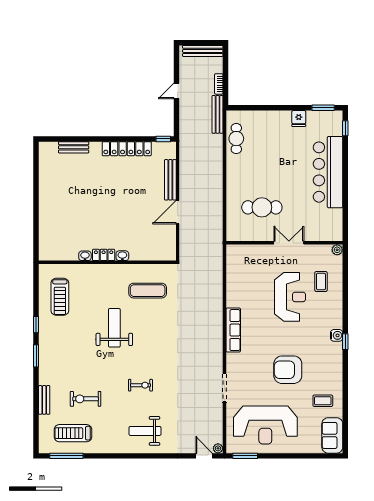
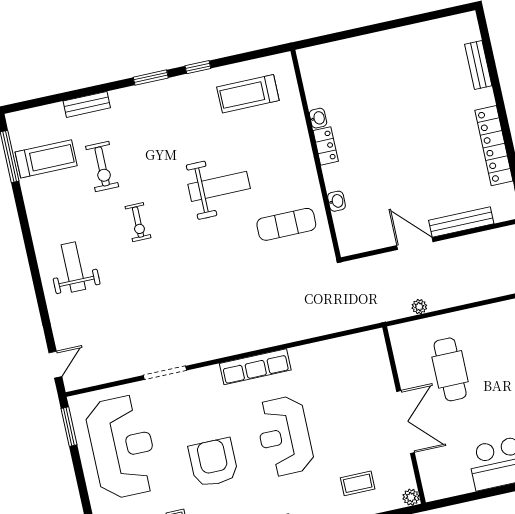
double door: (289, 243) -> (406, 422), width x1.37
washbasin: (122, 256) -> (337, 201), moved
exercise mat: (148, 291) -> (286, 224), turned 90
reception desk: (290, 297) -> (284, 436), moved, turned 90
exercise bike: (141, 385) -> (138, 222), moved
exercise bike: (86, 399) -> (102, 167), turned 180
reception desk: (265, 425) -> (122, 447), turned 180
treadmill: (73, 433) -> (46, 159), turned 90
plant: (218, 448) -> (419, 307), moved

